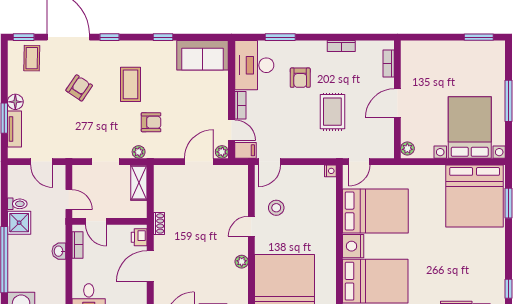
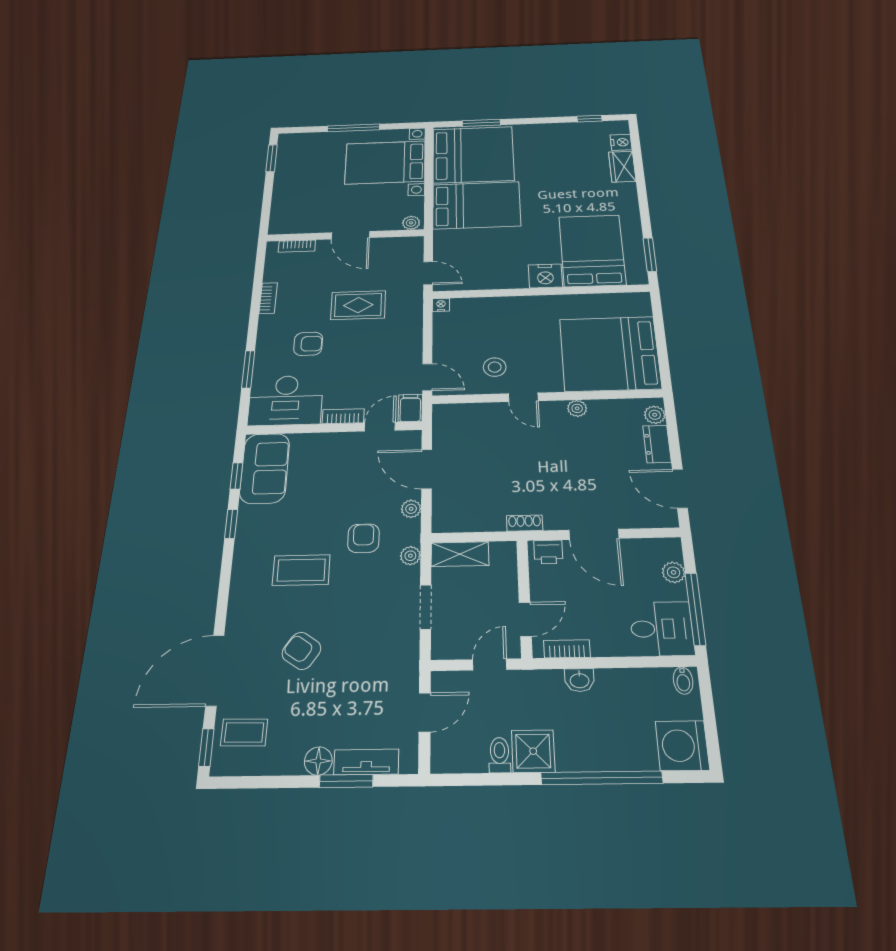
window: (109, 37) -> (236, 476), moved
plant: (222, 152) -> (411, 509), moved
bed: (375, 211) -> (476, 205), moved, turned 90

